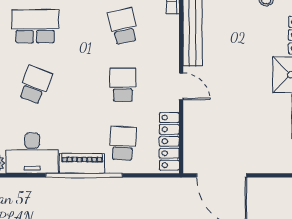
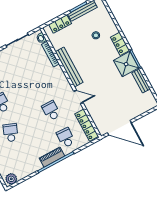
school desk: (123, 26) -> (37, 84), removed
desk: (32, 153) -> (26, 165), removed

